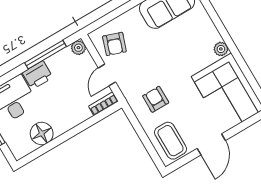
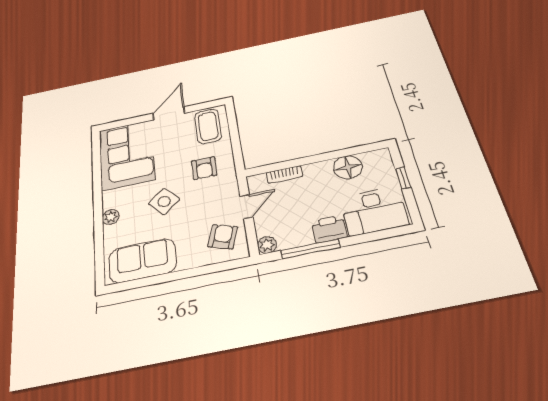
plant: (221, 49) -> (111, 217), moved
side table: (174, 59) -> (164, 201), added
bookcase: (103, 104) -> (284, 174), moved

